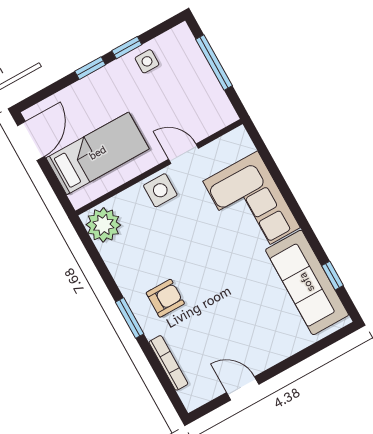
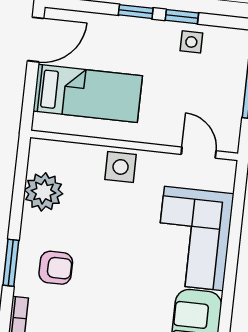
door: (184, 154) -> (199, 153), moved
plant: (103, 225) -> (44, 192), moved

